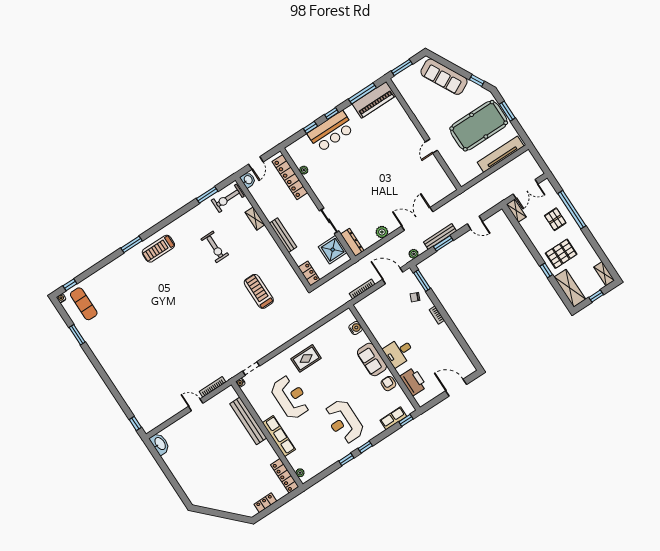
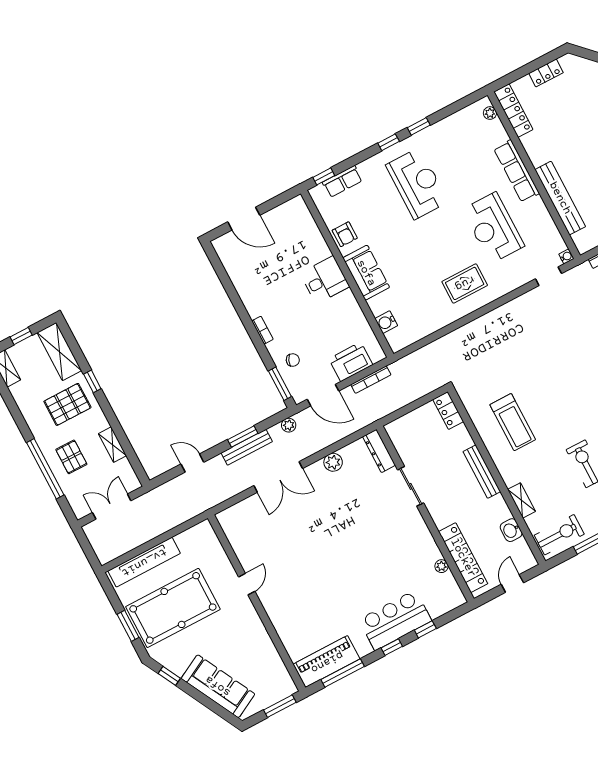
washbasin: (248, 180) -> (511, 530), moved
shelving: (516, 211) -> (112, 445), moved
shower: (333, 250) -> (409, 443), removed
treadmill: (259, 291) -> (513, 422), moved
printer: (413, 382) -> (351, 362), moved, turned 90

